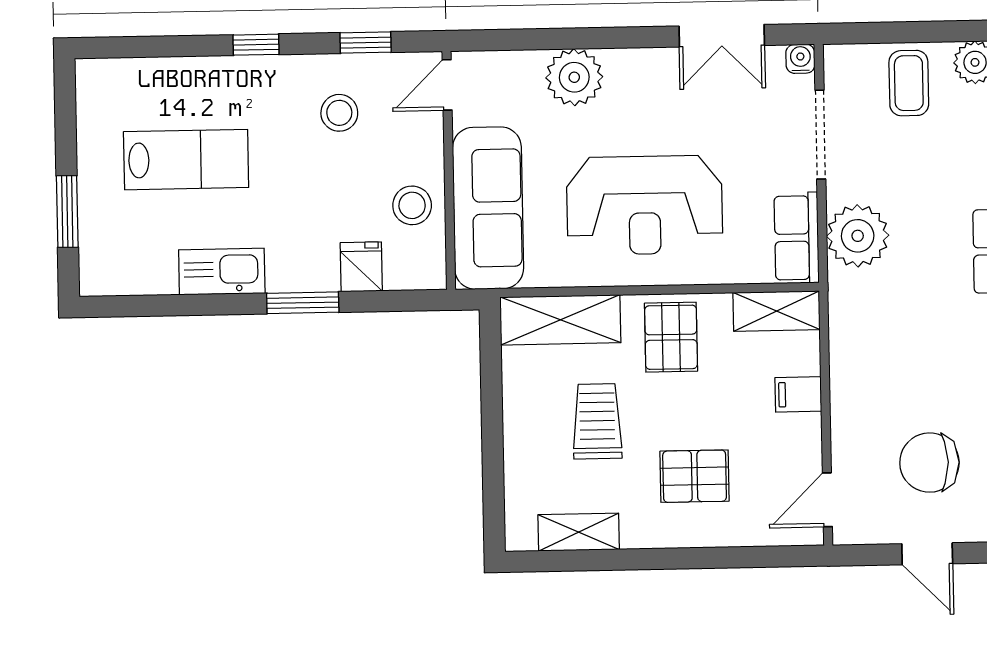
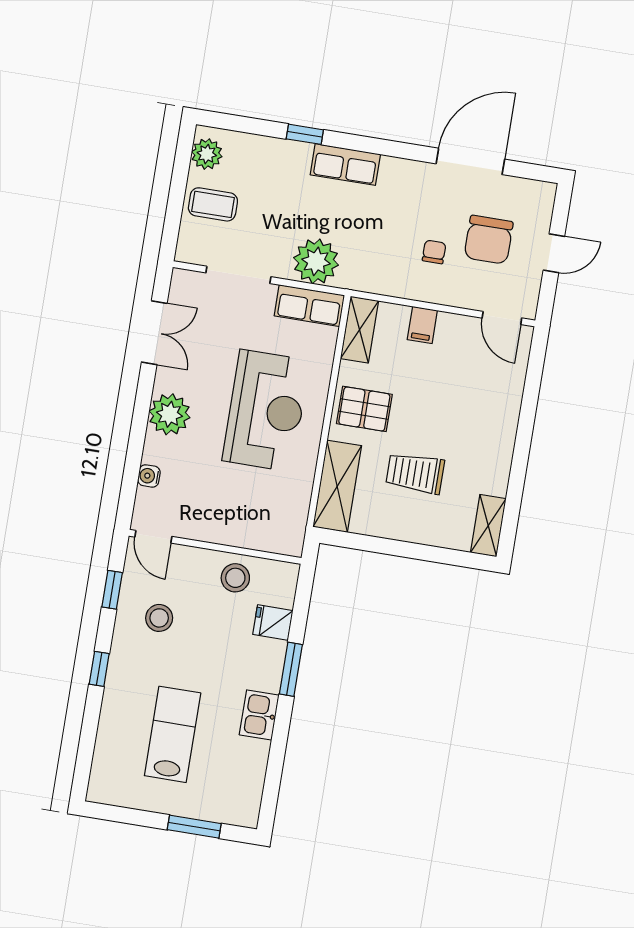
water cooler: (800, 59) -> (149, 476), moved
plant: (574, 77) -> (169, 414), moved
sofa: (488, 208) -> (247, 524), removed
kitchen sink: (222, 272) -> (259, 715), width x0.73
chair: (899, 392) -> (434, 252), added
pallet: (695, 476) -> (467, 410), removed
shelving: (579, 532) -> (488, 526), moved

